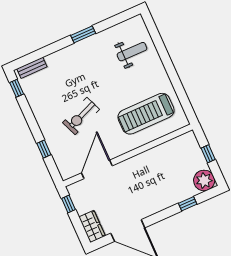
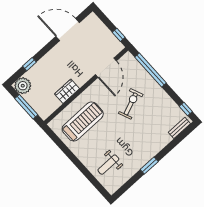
window: (44, 149) -> (151, 70), width x3.17
window: (208, 154) -> (26, 107), width x2.17
wardrobe: (92, 226) -> (67, 91), moved, turned 90

